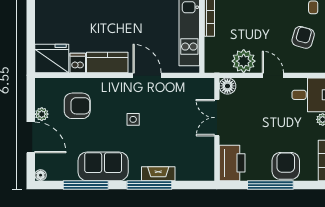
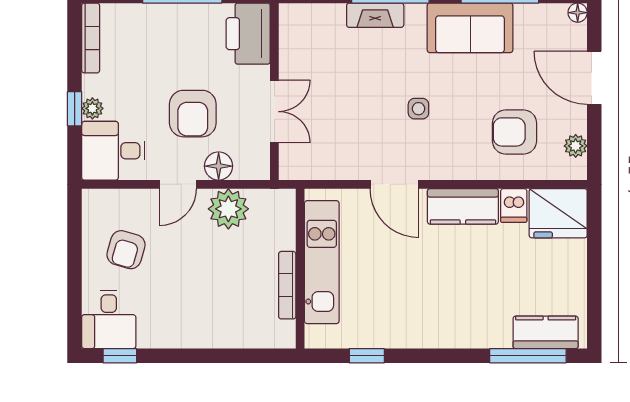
door: (273, 75) -> (178, 184), hinge flipped
floor lamp: (227, 86) -> (219, 166), moved
plant: (42, 114) -> (576, 146), moved
armchair: (286, 166) -> (193, 114), moved

